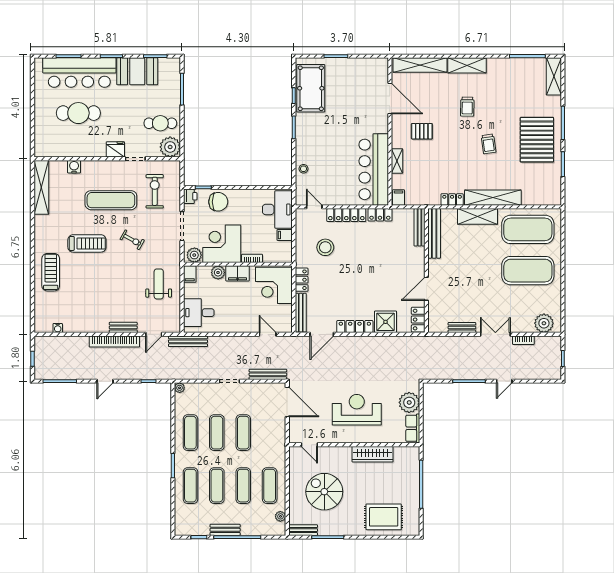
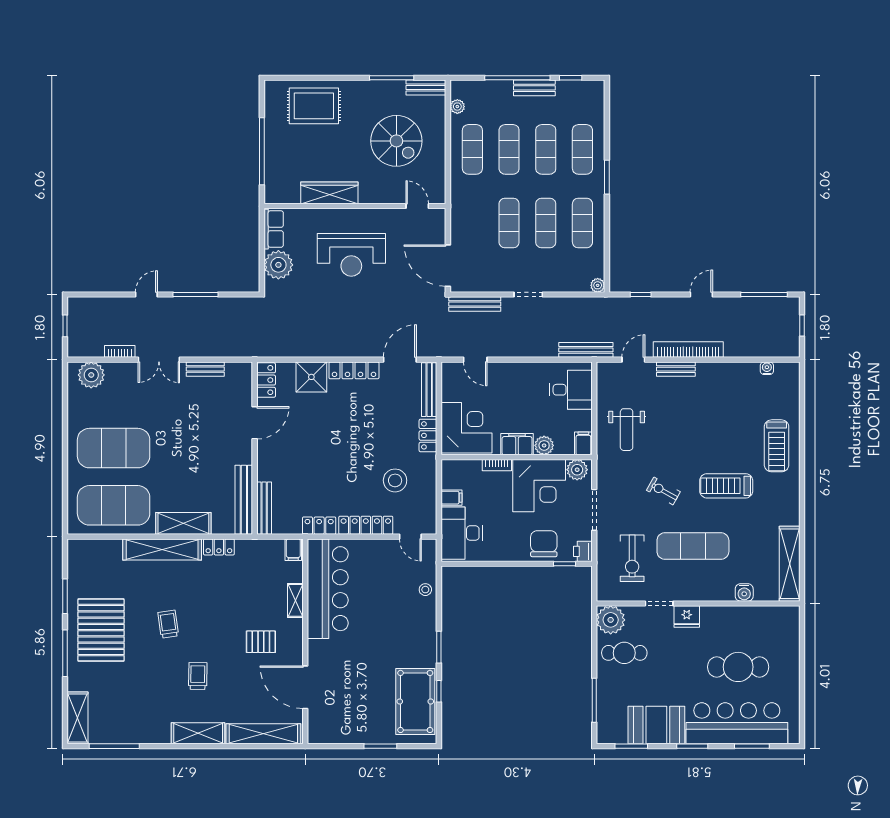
chair: (218, 202) -> (544, 544), turned 90

